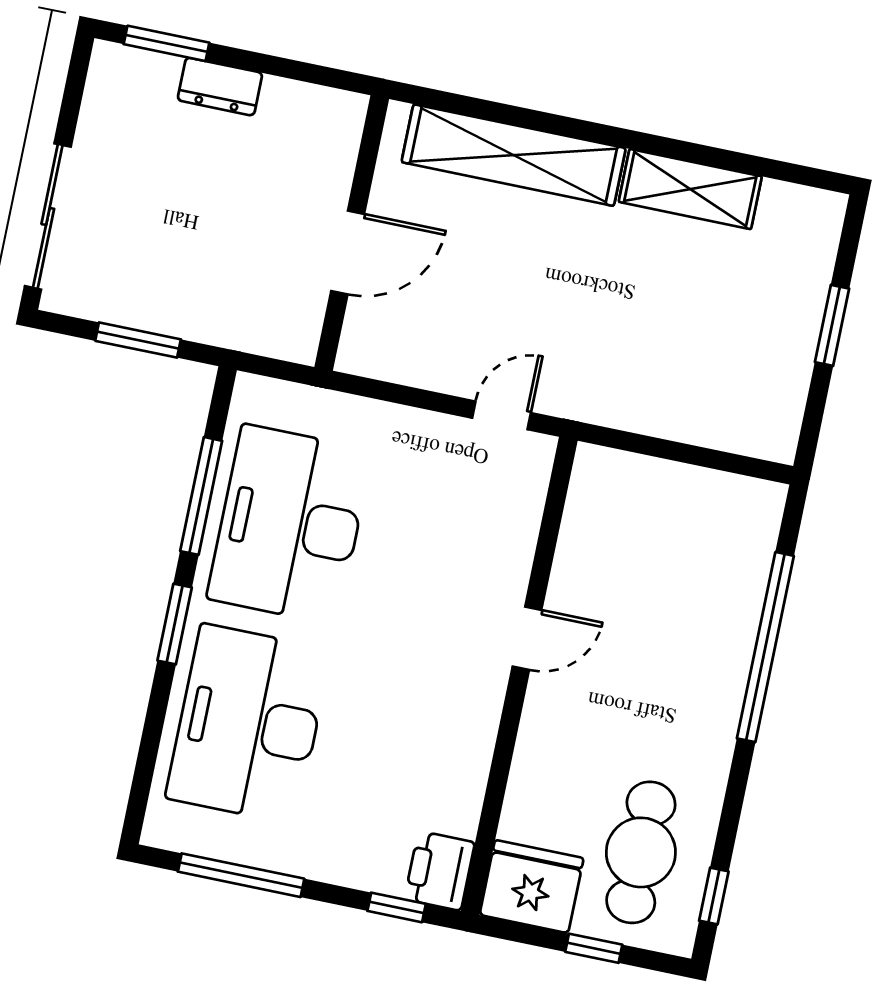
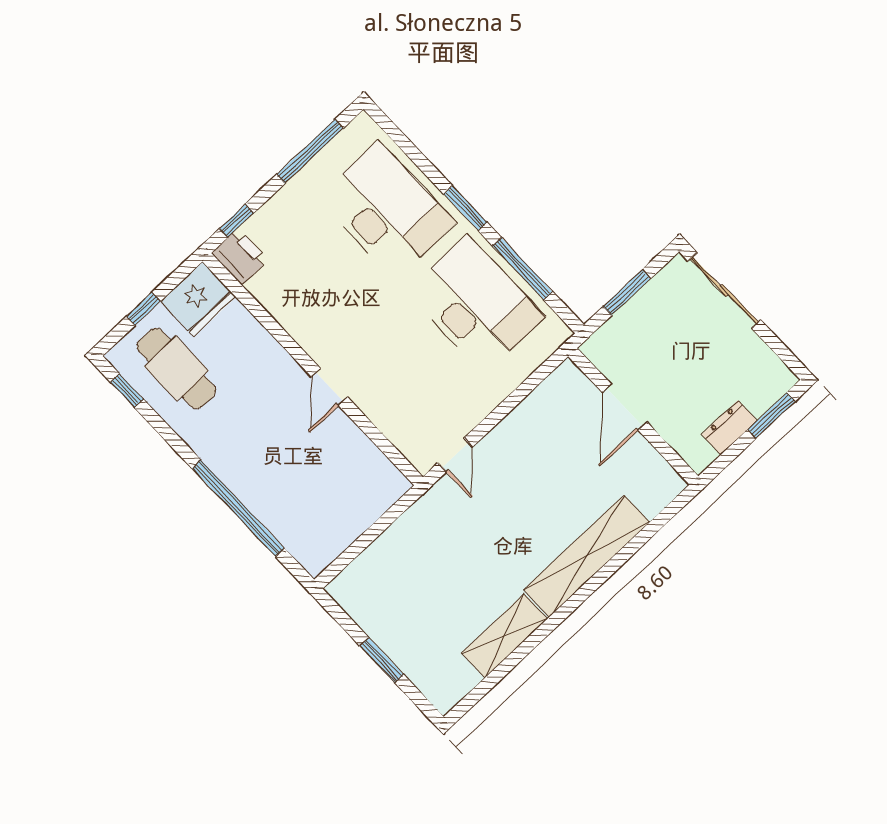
wall: (352, 233) -> (633, 416), moved
door: (348, 252) -> (625, 407), moved

